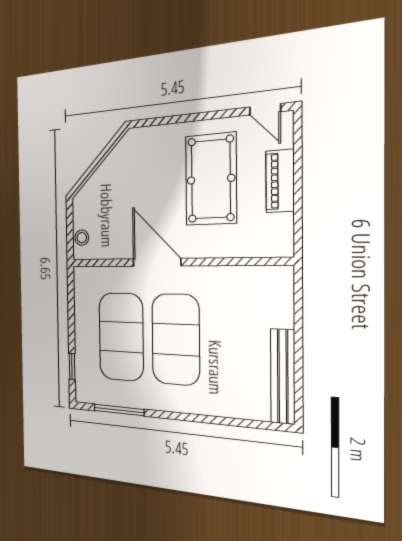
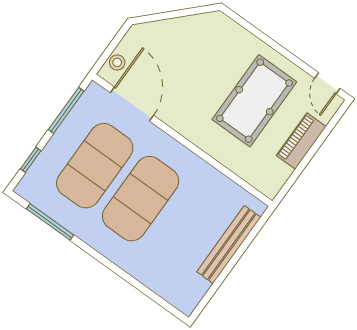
door: (157, 262) -> (132, 104), moved
window: (71, 306) -> (66, 110), added
bench: (283, 376) -> (229, 245), moved

